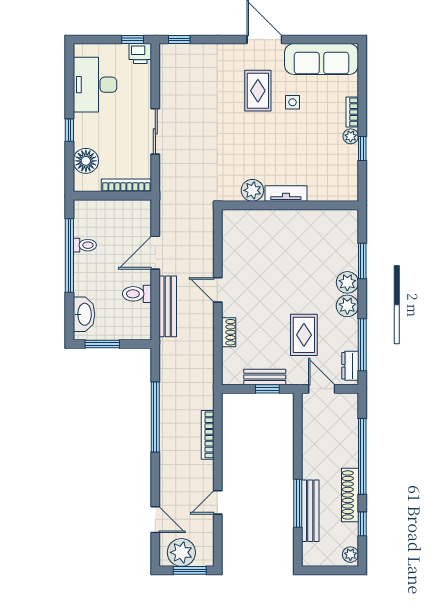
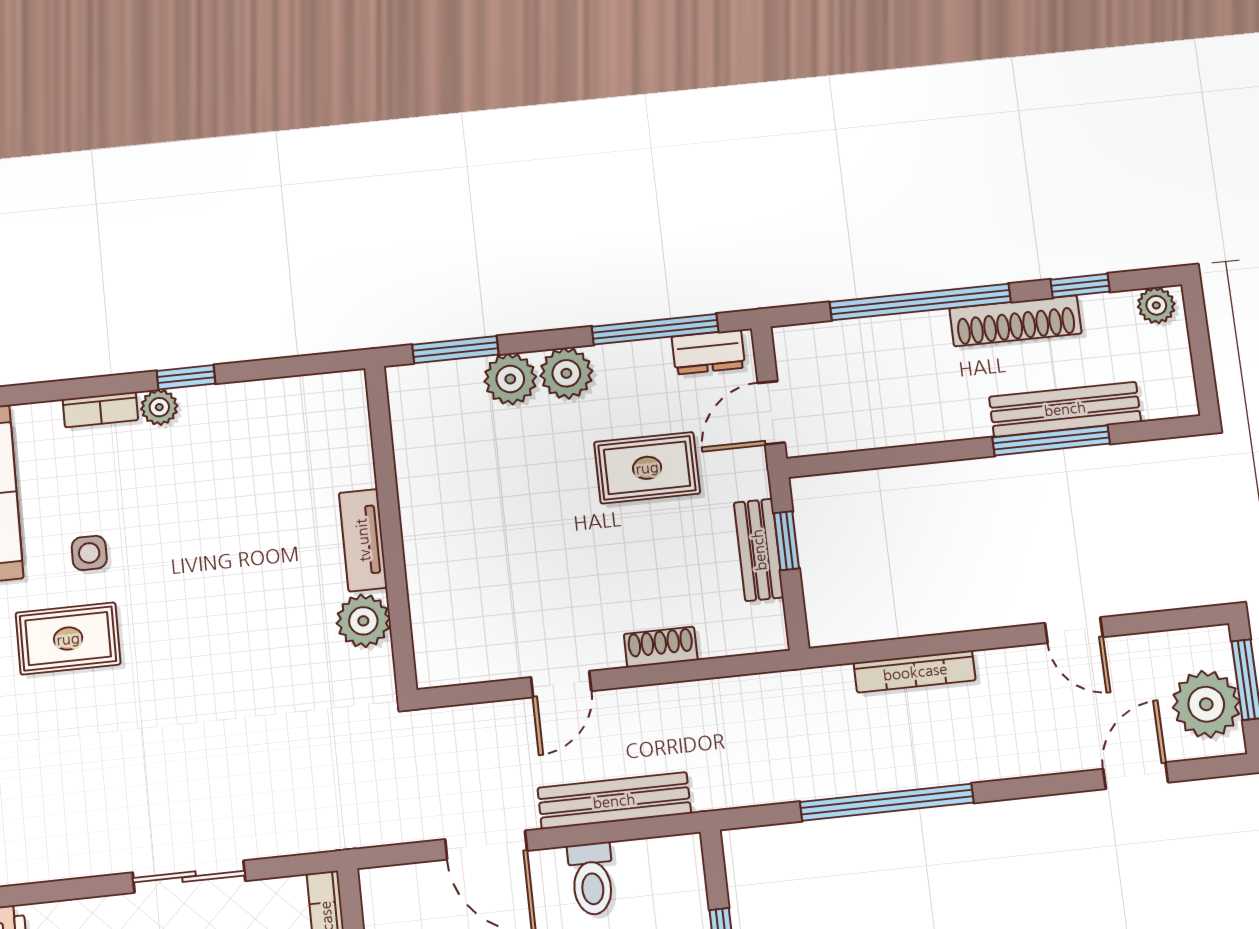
plant: (252, 190) -> (363, 621), moved
tv unit: (286, 193) -> (363, 540), moved
wall: (290, 205) -> (391, 528), moved

